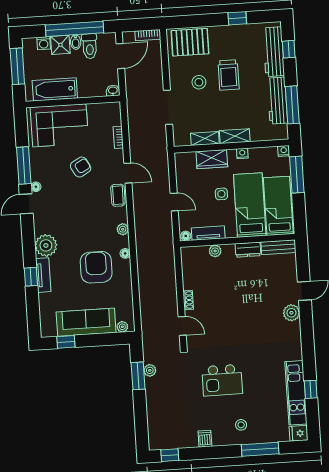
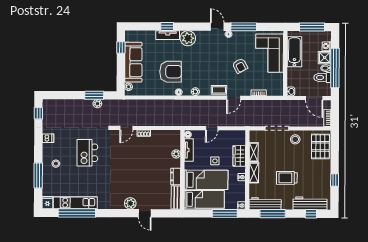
trolley: (229, 75) -> (287, 178), moved
stool: (199, 82) -> (295, 139), moved
workbench: (277, 101) -> (265, 204), moved
window: (311, 389) -> (77, 213), width x3.17

